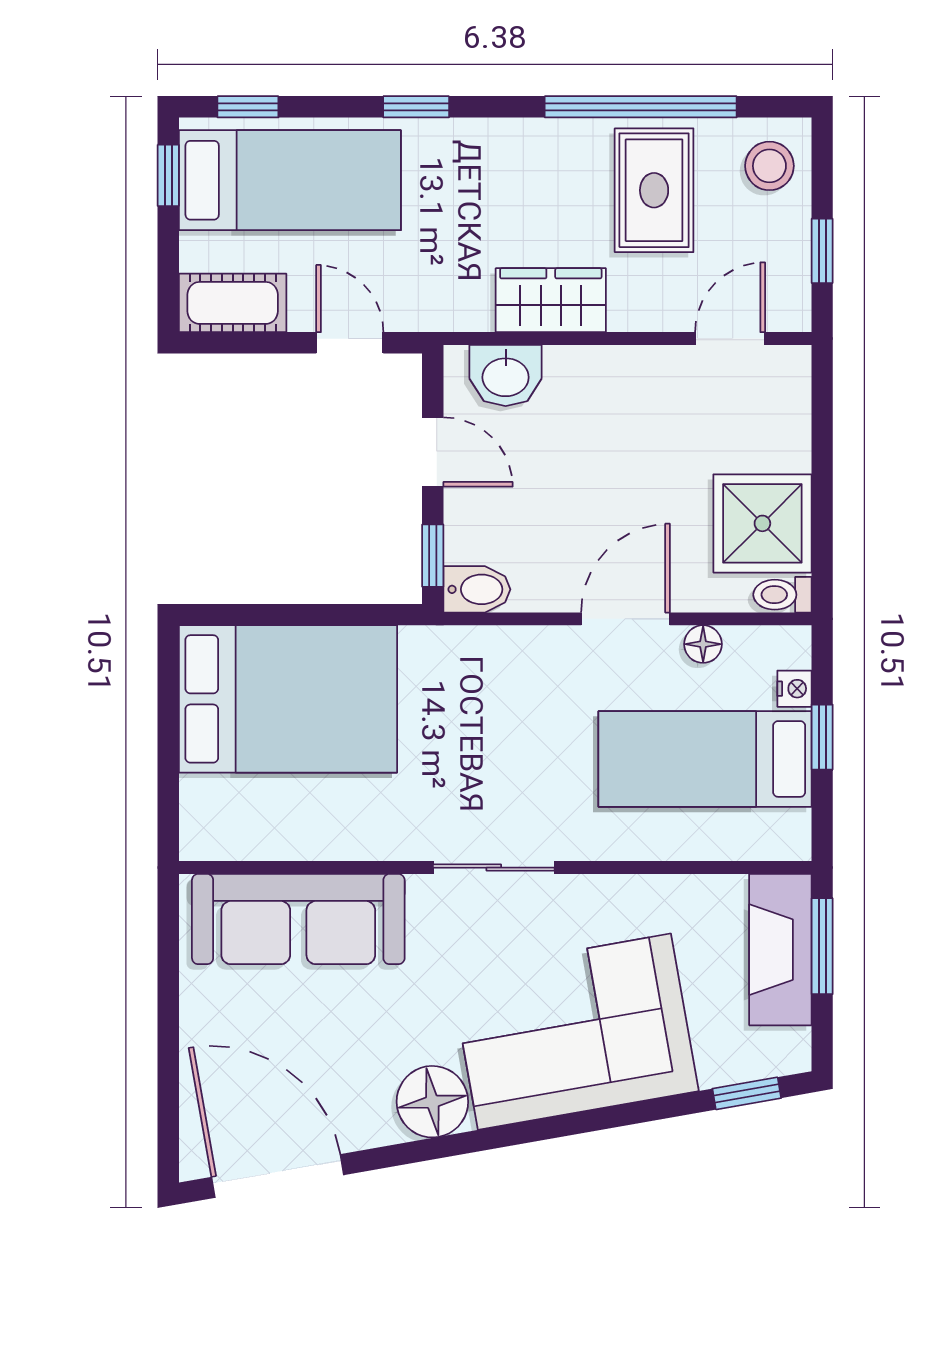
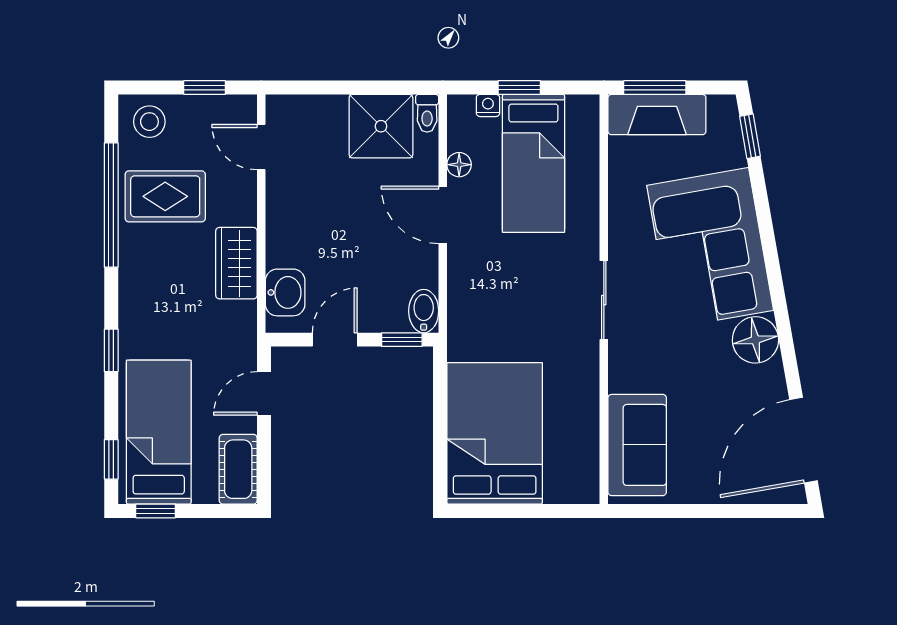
sofa: (298, 919) -> (637, 445), width x0.73

